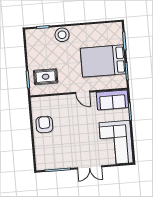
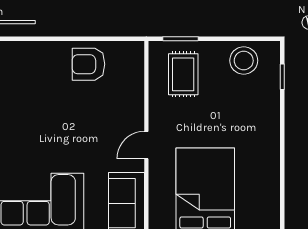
stool: (62, 35) -> (244, 61), moved
armchair: (44, 125) -> (88, 64), turned 180

